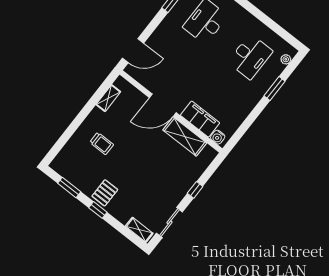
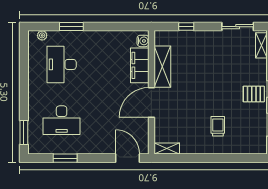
desk: (250, 57) -> (62, 64), turned -90
shelving: (108, 98) -> (167, 148), moved
door: (163, 105) -> (151, 103), swing flipped
window: (195, 190) -> (186, 27), moved

